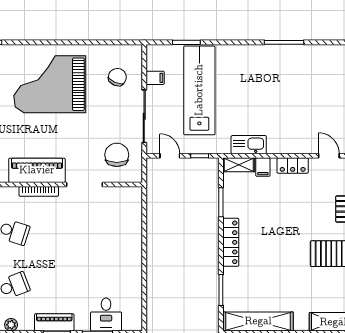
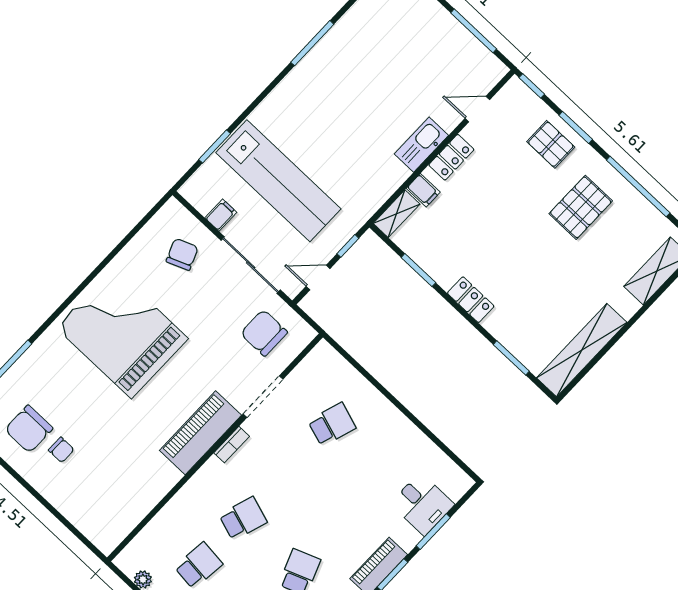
chair: (117, 77) -> (182, 254), turned 45
grand piano: (50, 84) -> (122, 333), turned 90
lab bench: (199, 90) -> (278, 181), turned 180
kitchen sink: (249, 145) -> (421, 145), moved
bookcase: (39, 191) -> (232, 445), width x0.64
school desk: (103, 232) -> (332, 424), added
locker: (231, 242) -> (471, 300), width x0.66

